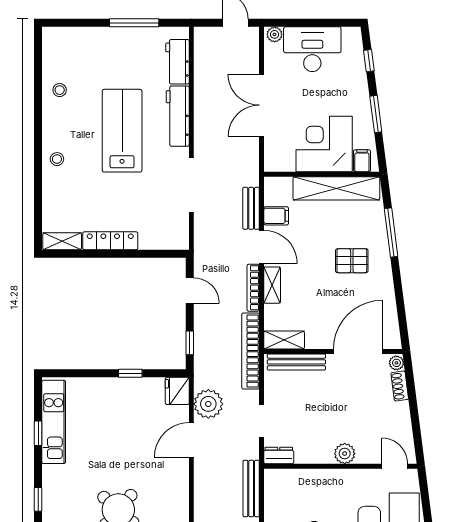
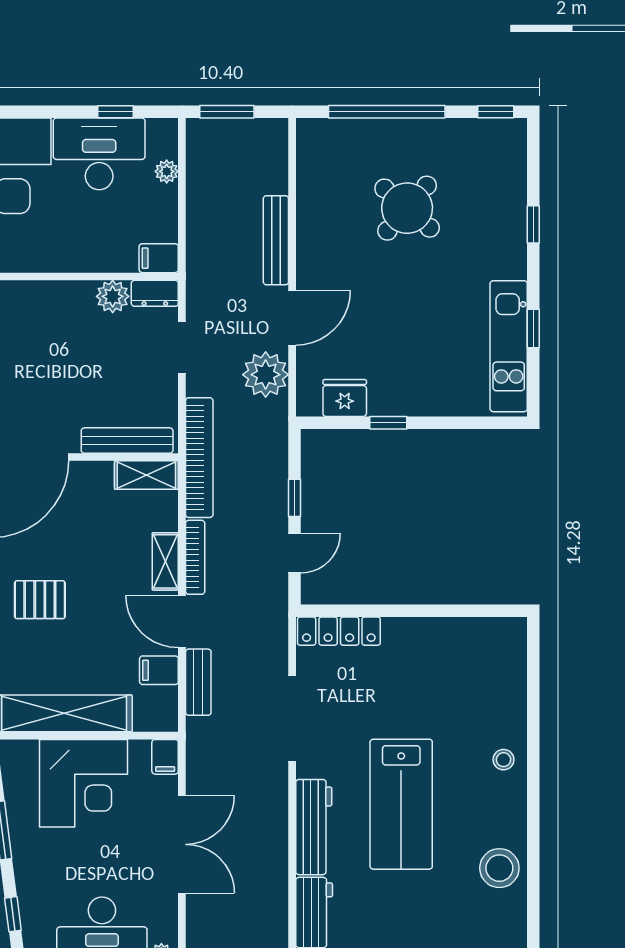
stool: (60, 90) -> (499, 868), width x1.89, depth x1.89
filing cabinet: (362, 161) -> (165, 757), moved
shelving: (62, 241) -> (495, 630), removed
locker: (110, 241) -> (339, 631), moved
door: (190, 290) -> (295, 553), swing flipped
window: (190, 343) -> (295, 498), moved
fridge: (177, 391) -> (345, 398), moved, turned -90
plant: (345, 454) -> (113, 296), moved
filing cabinet: (276, 478) -> (159, 258), added
bench: (251, 488) -> (276, 240), moved

